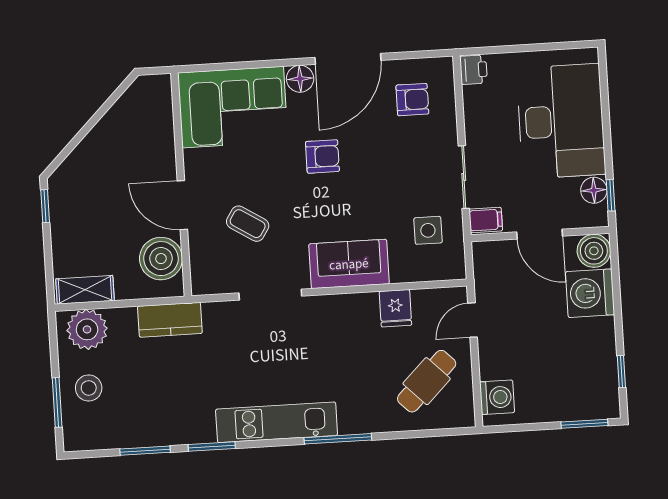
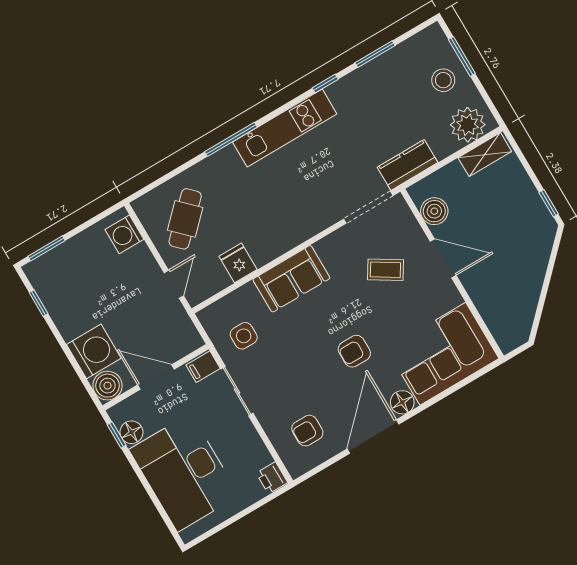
boiler: (161, 259) -> (434, 211), width x0.73, depth x0.73
doorway: (270, 295) -> (368, 207), moved
window: (212, 447) -> (325, 84), width x0.67

